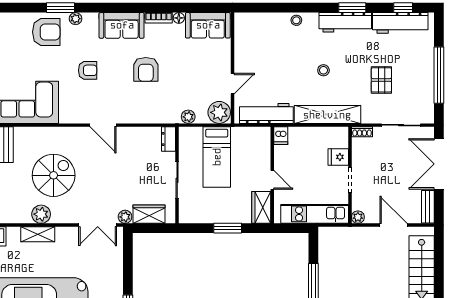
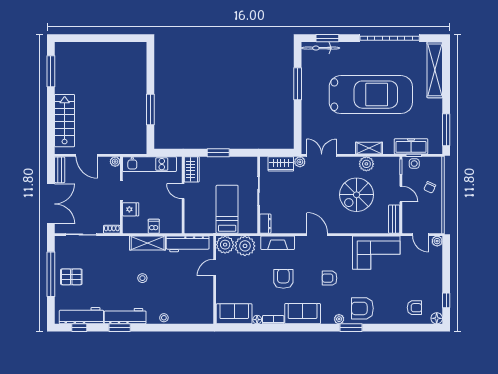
pallet: (381, 80) -> (71, 277), moved, turned 90
fireplace: (153, 115) -> (278, 243), added
shelving: (327, 115) -> (148, 243), width x0.68
plant: (188, 117) -> (245, 246), width x1.87, depth x1.87
dishwasher: (281, 136) -> (154, 226), moved

